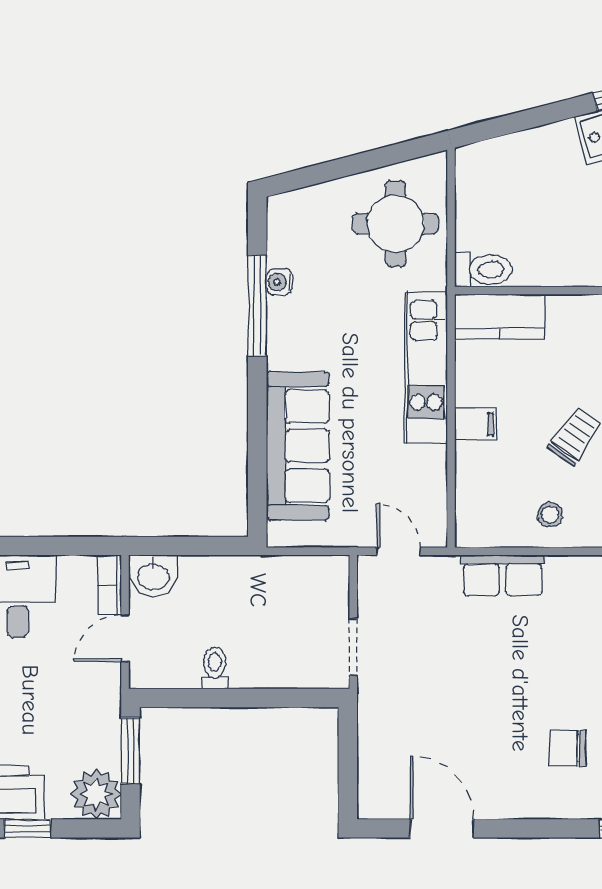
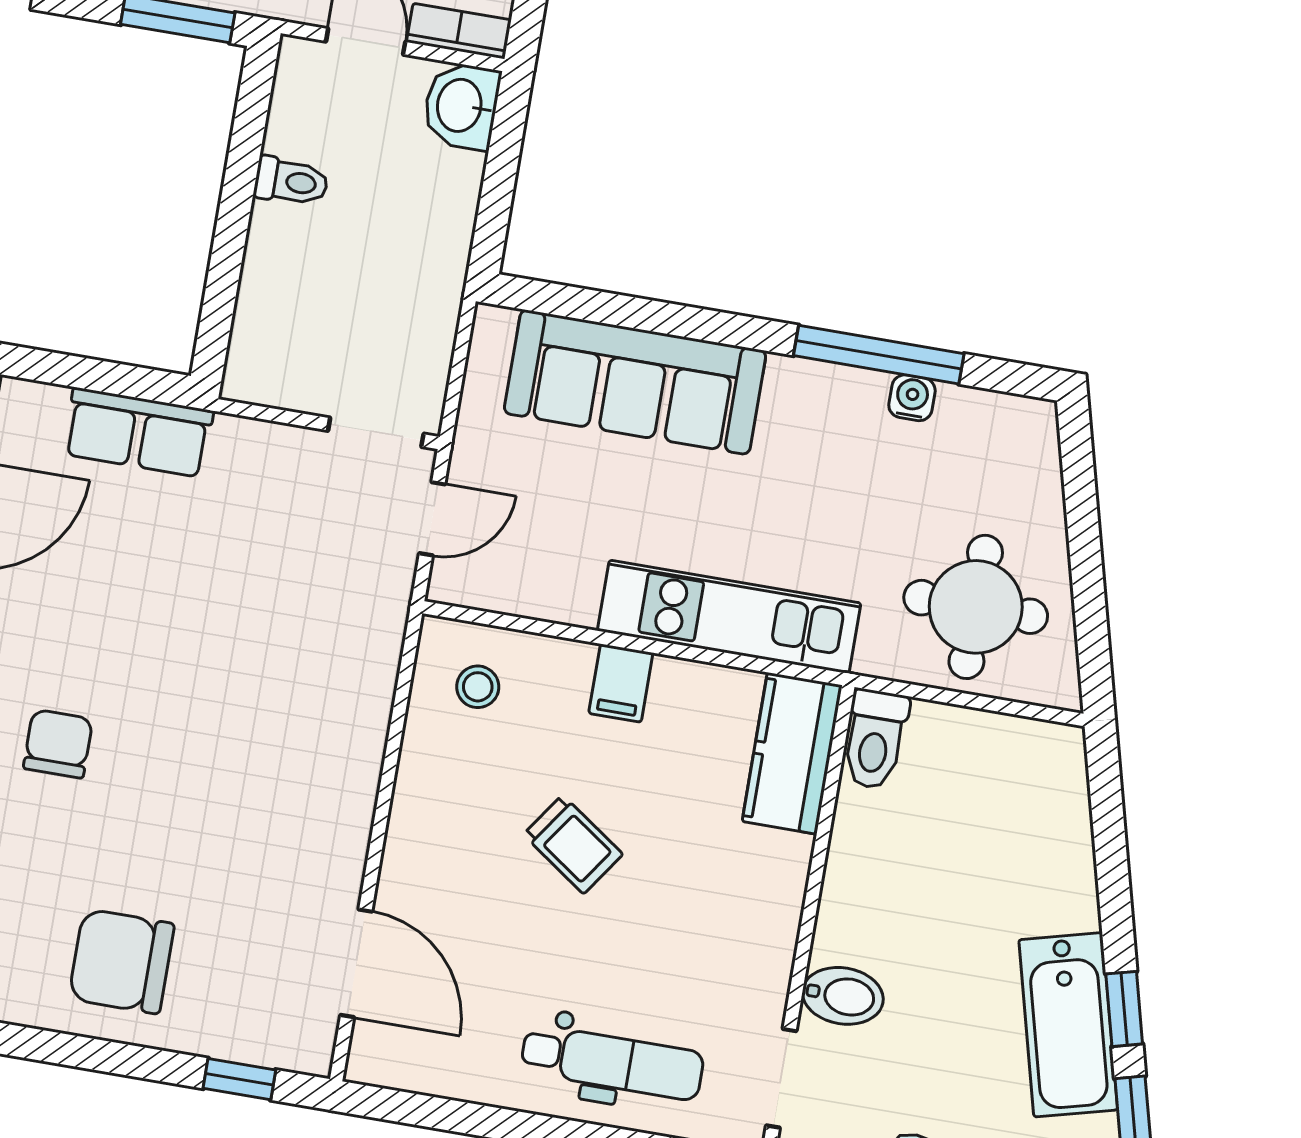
stool: (550, 514) -> (478, 687), moved
row of seats: (503, 575) -> (138, 432), moved, turned -90
doorway: (353, 647) -> (376, 432), moved

